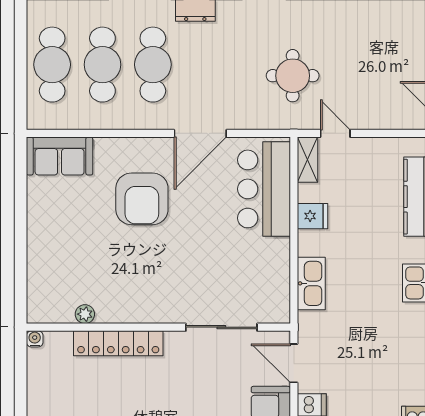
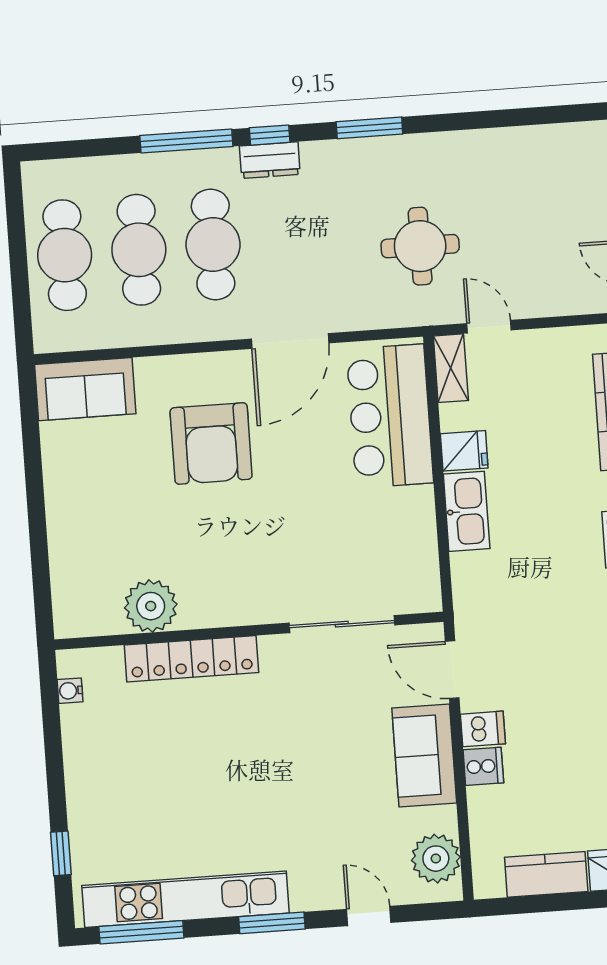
kitchen sink: (311, 283) -> (467, 511), moved
plant: (85, 314) -> (151, 606), width x1.88, depth x1.88
water cooler: (35, 339) -> (70, 691), moved, turned -90

